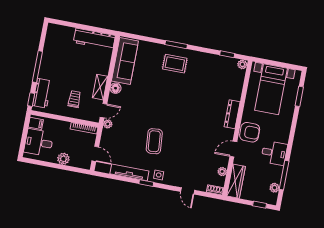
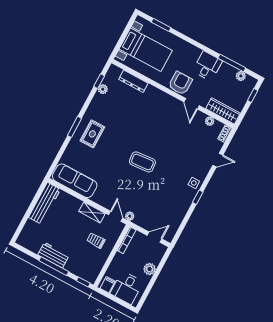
plant: (242, 64) -> (103, 89), moved
floor lamp: (116, 88) -> (98, 198), removed
workbench: (42, 93) -> (53, 255), moved
dresser: (232, 114) -> (133, 81), moved
coffee table: (154, 141) -> (142, 162), moved
tv unit: (129, 172) -> (182, 210), removed

